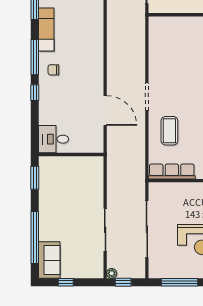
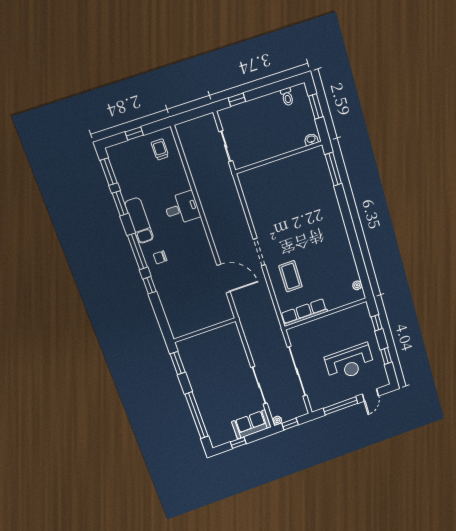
desk: (54, 139) -> (182, 208), moved, turned 180
sofa: (49, 260) -> (251, 424), moved, turned -90

